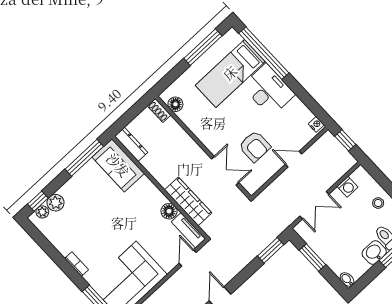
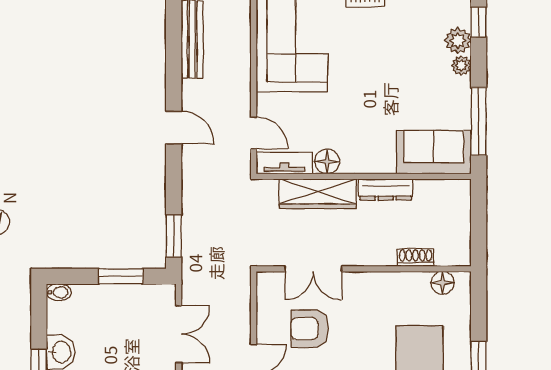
shoe rack: (159, 110) -> (416, 258), moved
dresser: (131, 144) -> (386, 189), moved
double door: (314, 205) -> (179, 334), swing flipped
plant: (42, 212) -> (461, 65), moved

